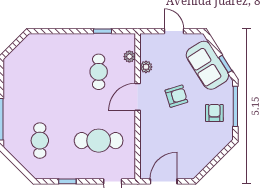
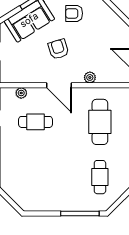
plant: (146, 67) -> (90, 77), moved
cafe table: (40, 141) -> (100, 177), turned 90

